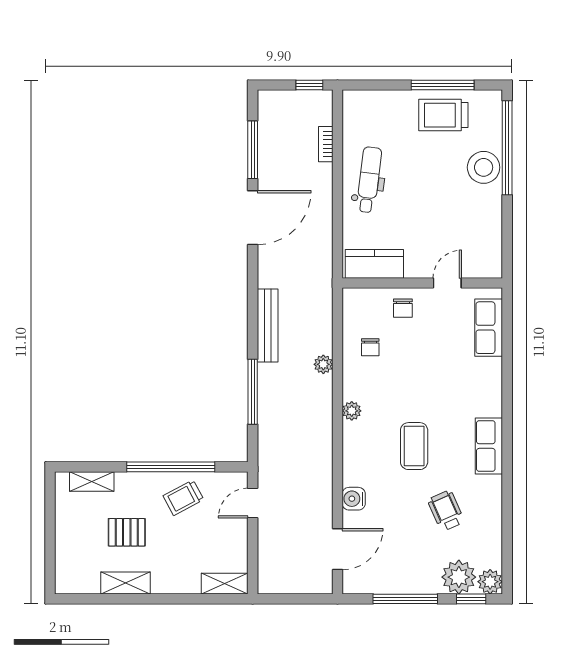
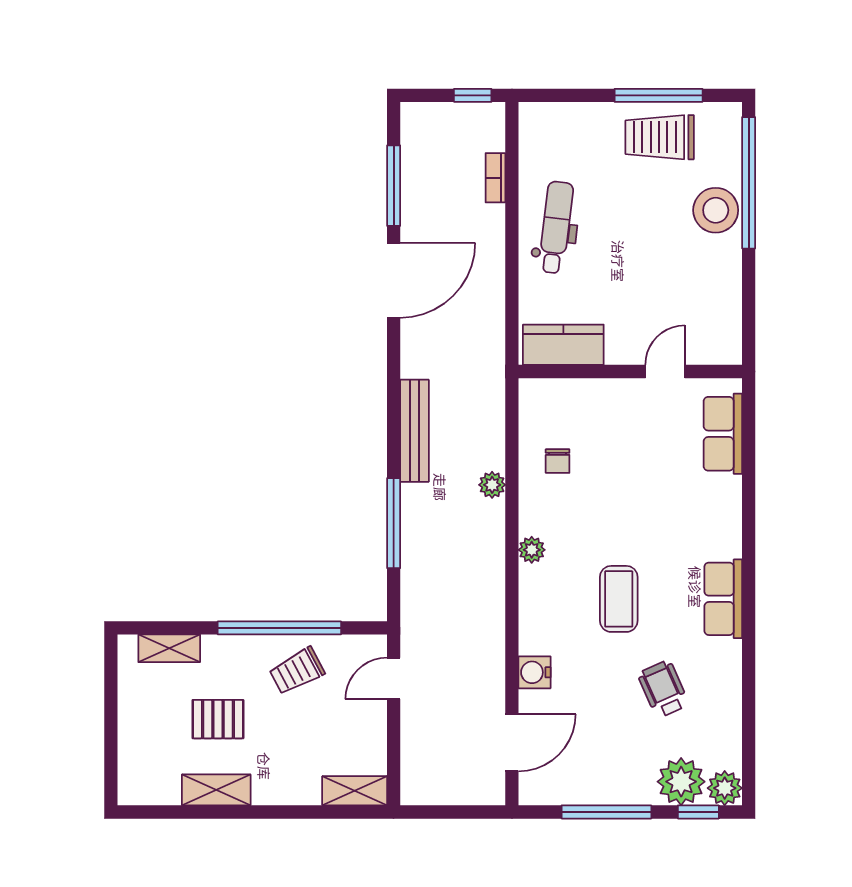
chair: (403, 308) -> (603, 406), removed

